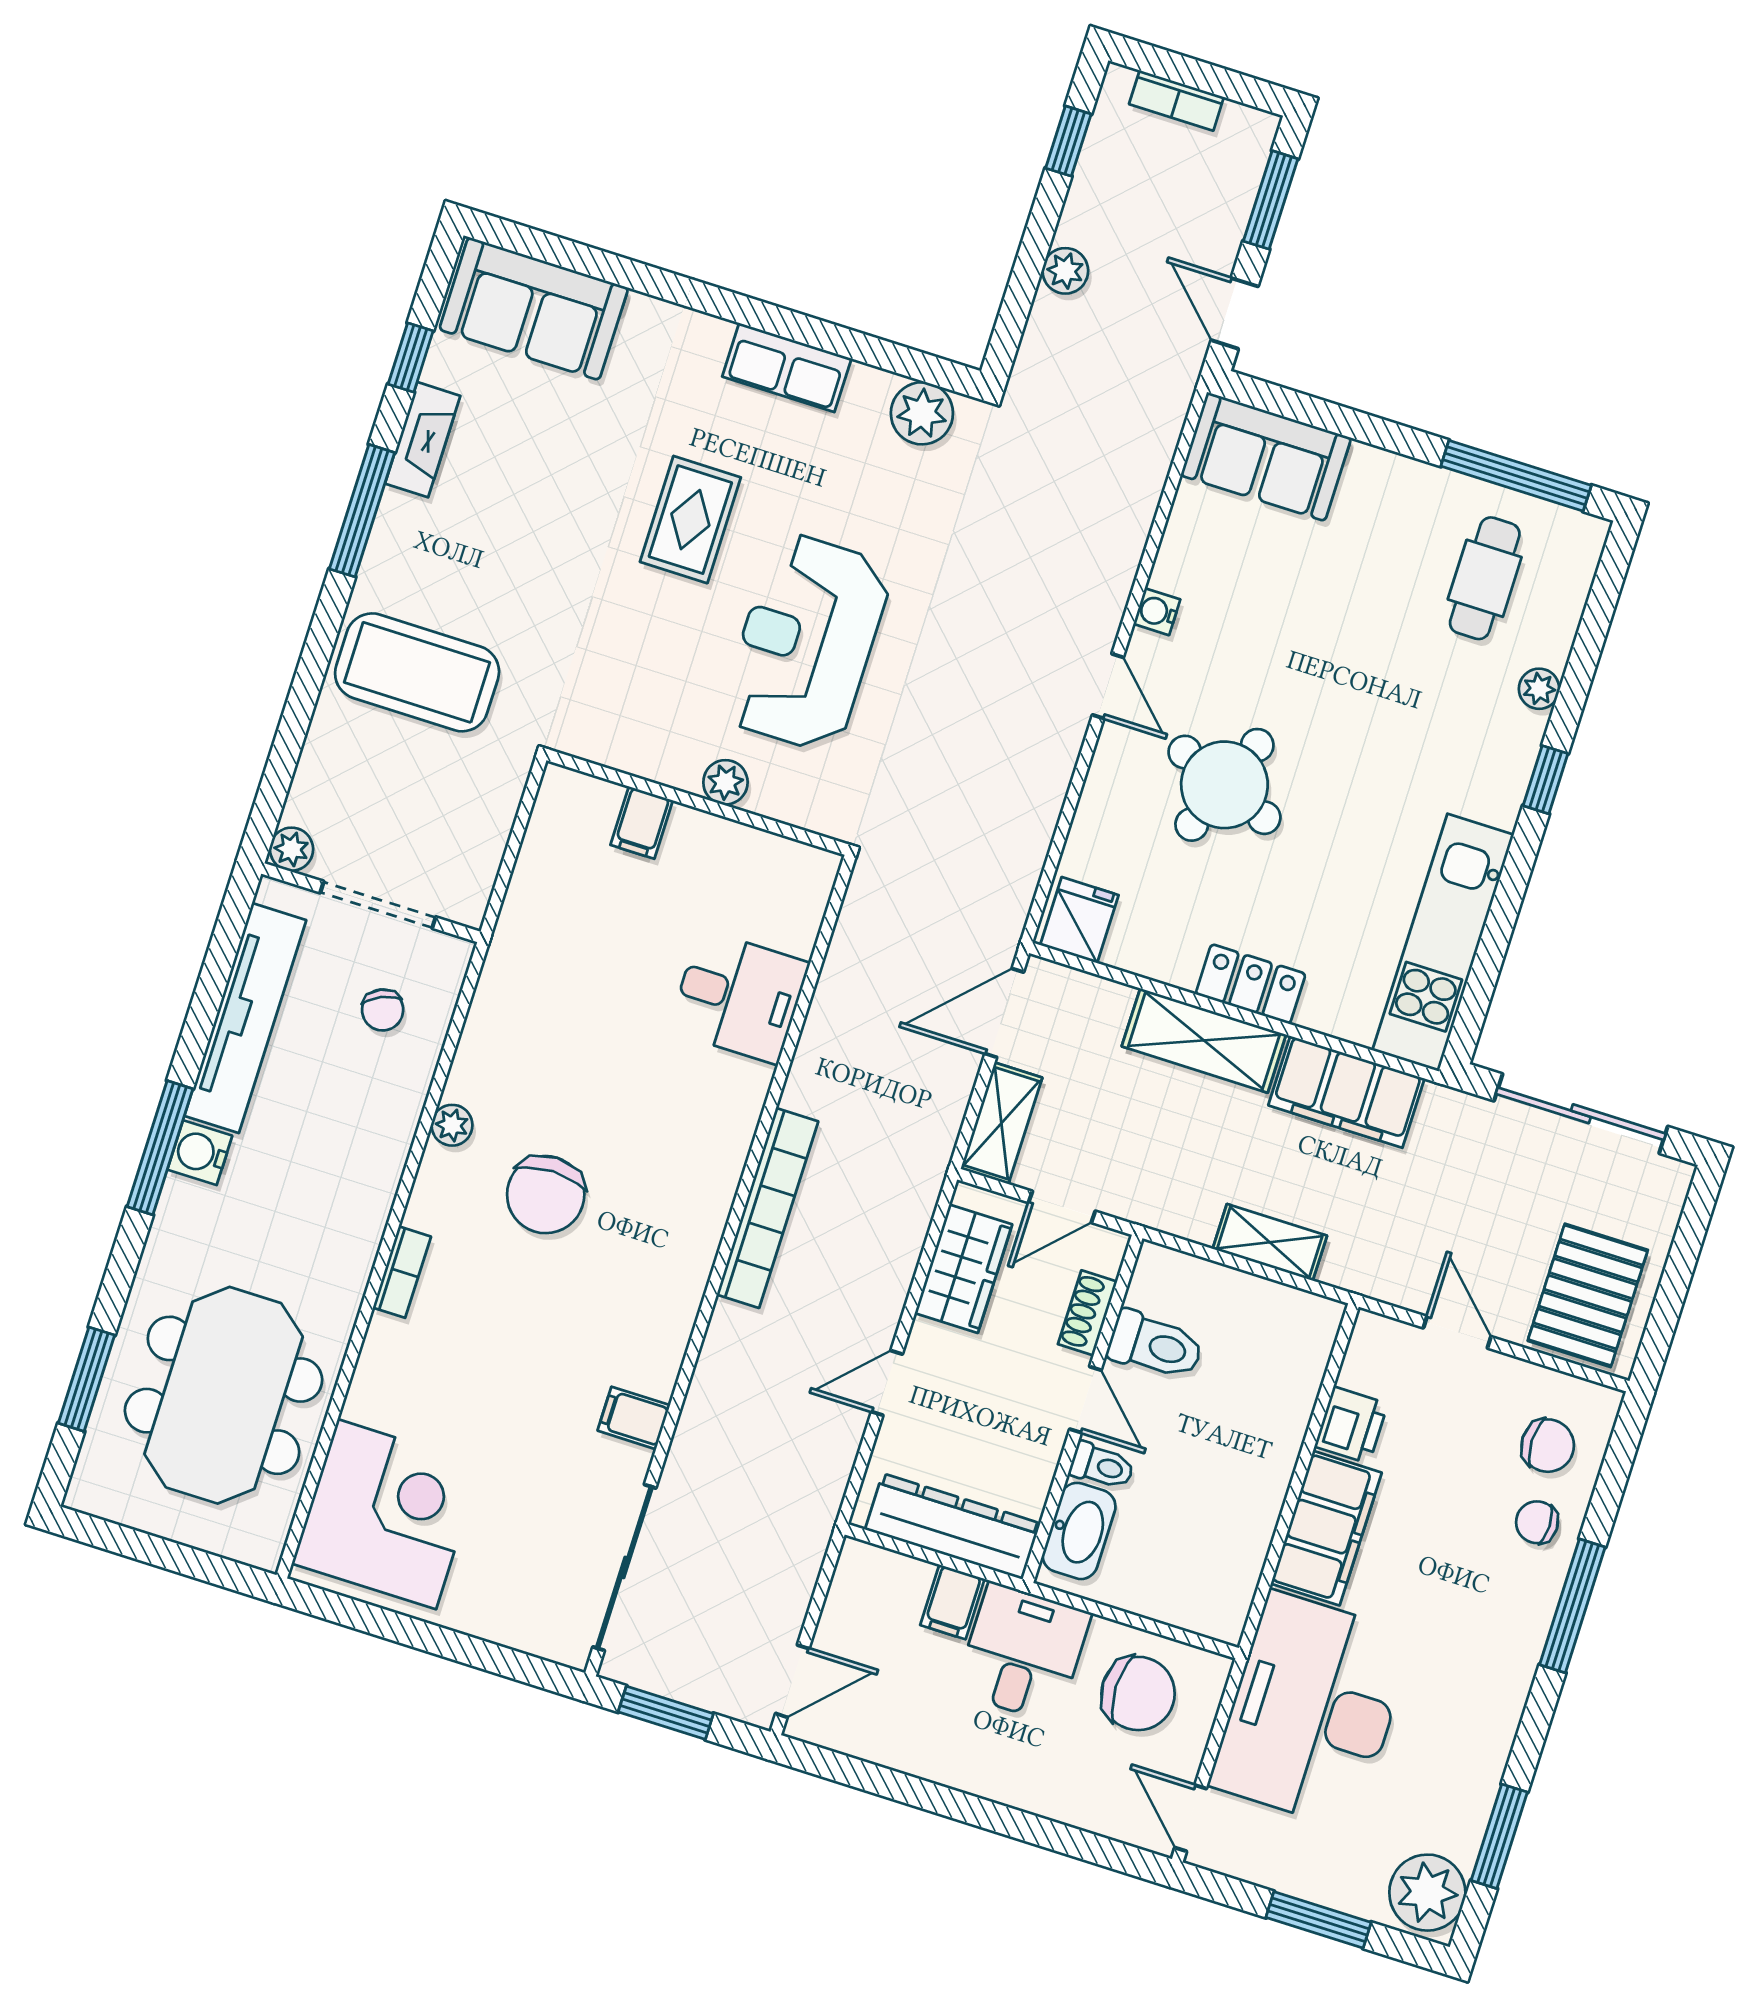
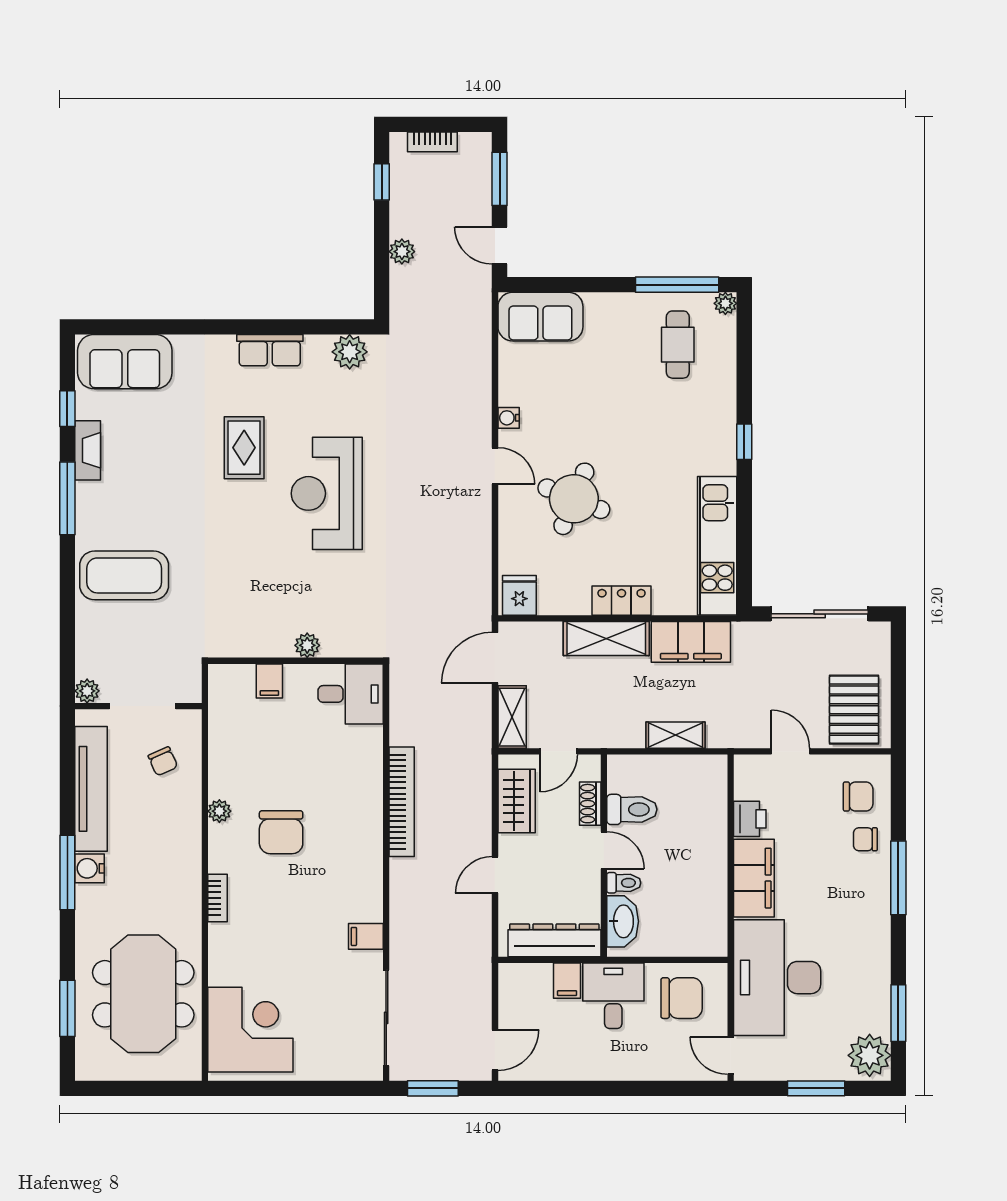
plant: (1539, 689) -> (725, 303), moved
plant: (725, 782) -> (307, 645), moved
wall: (697, 802) -> (296, 661), moved
filing cabinet: (642, 823) -> (269, 681), moved

